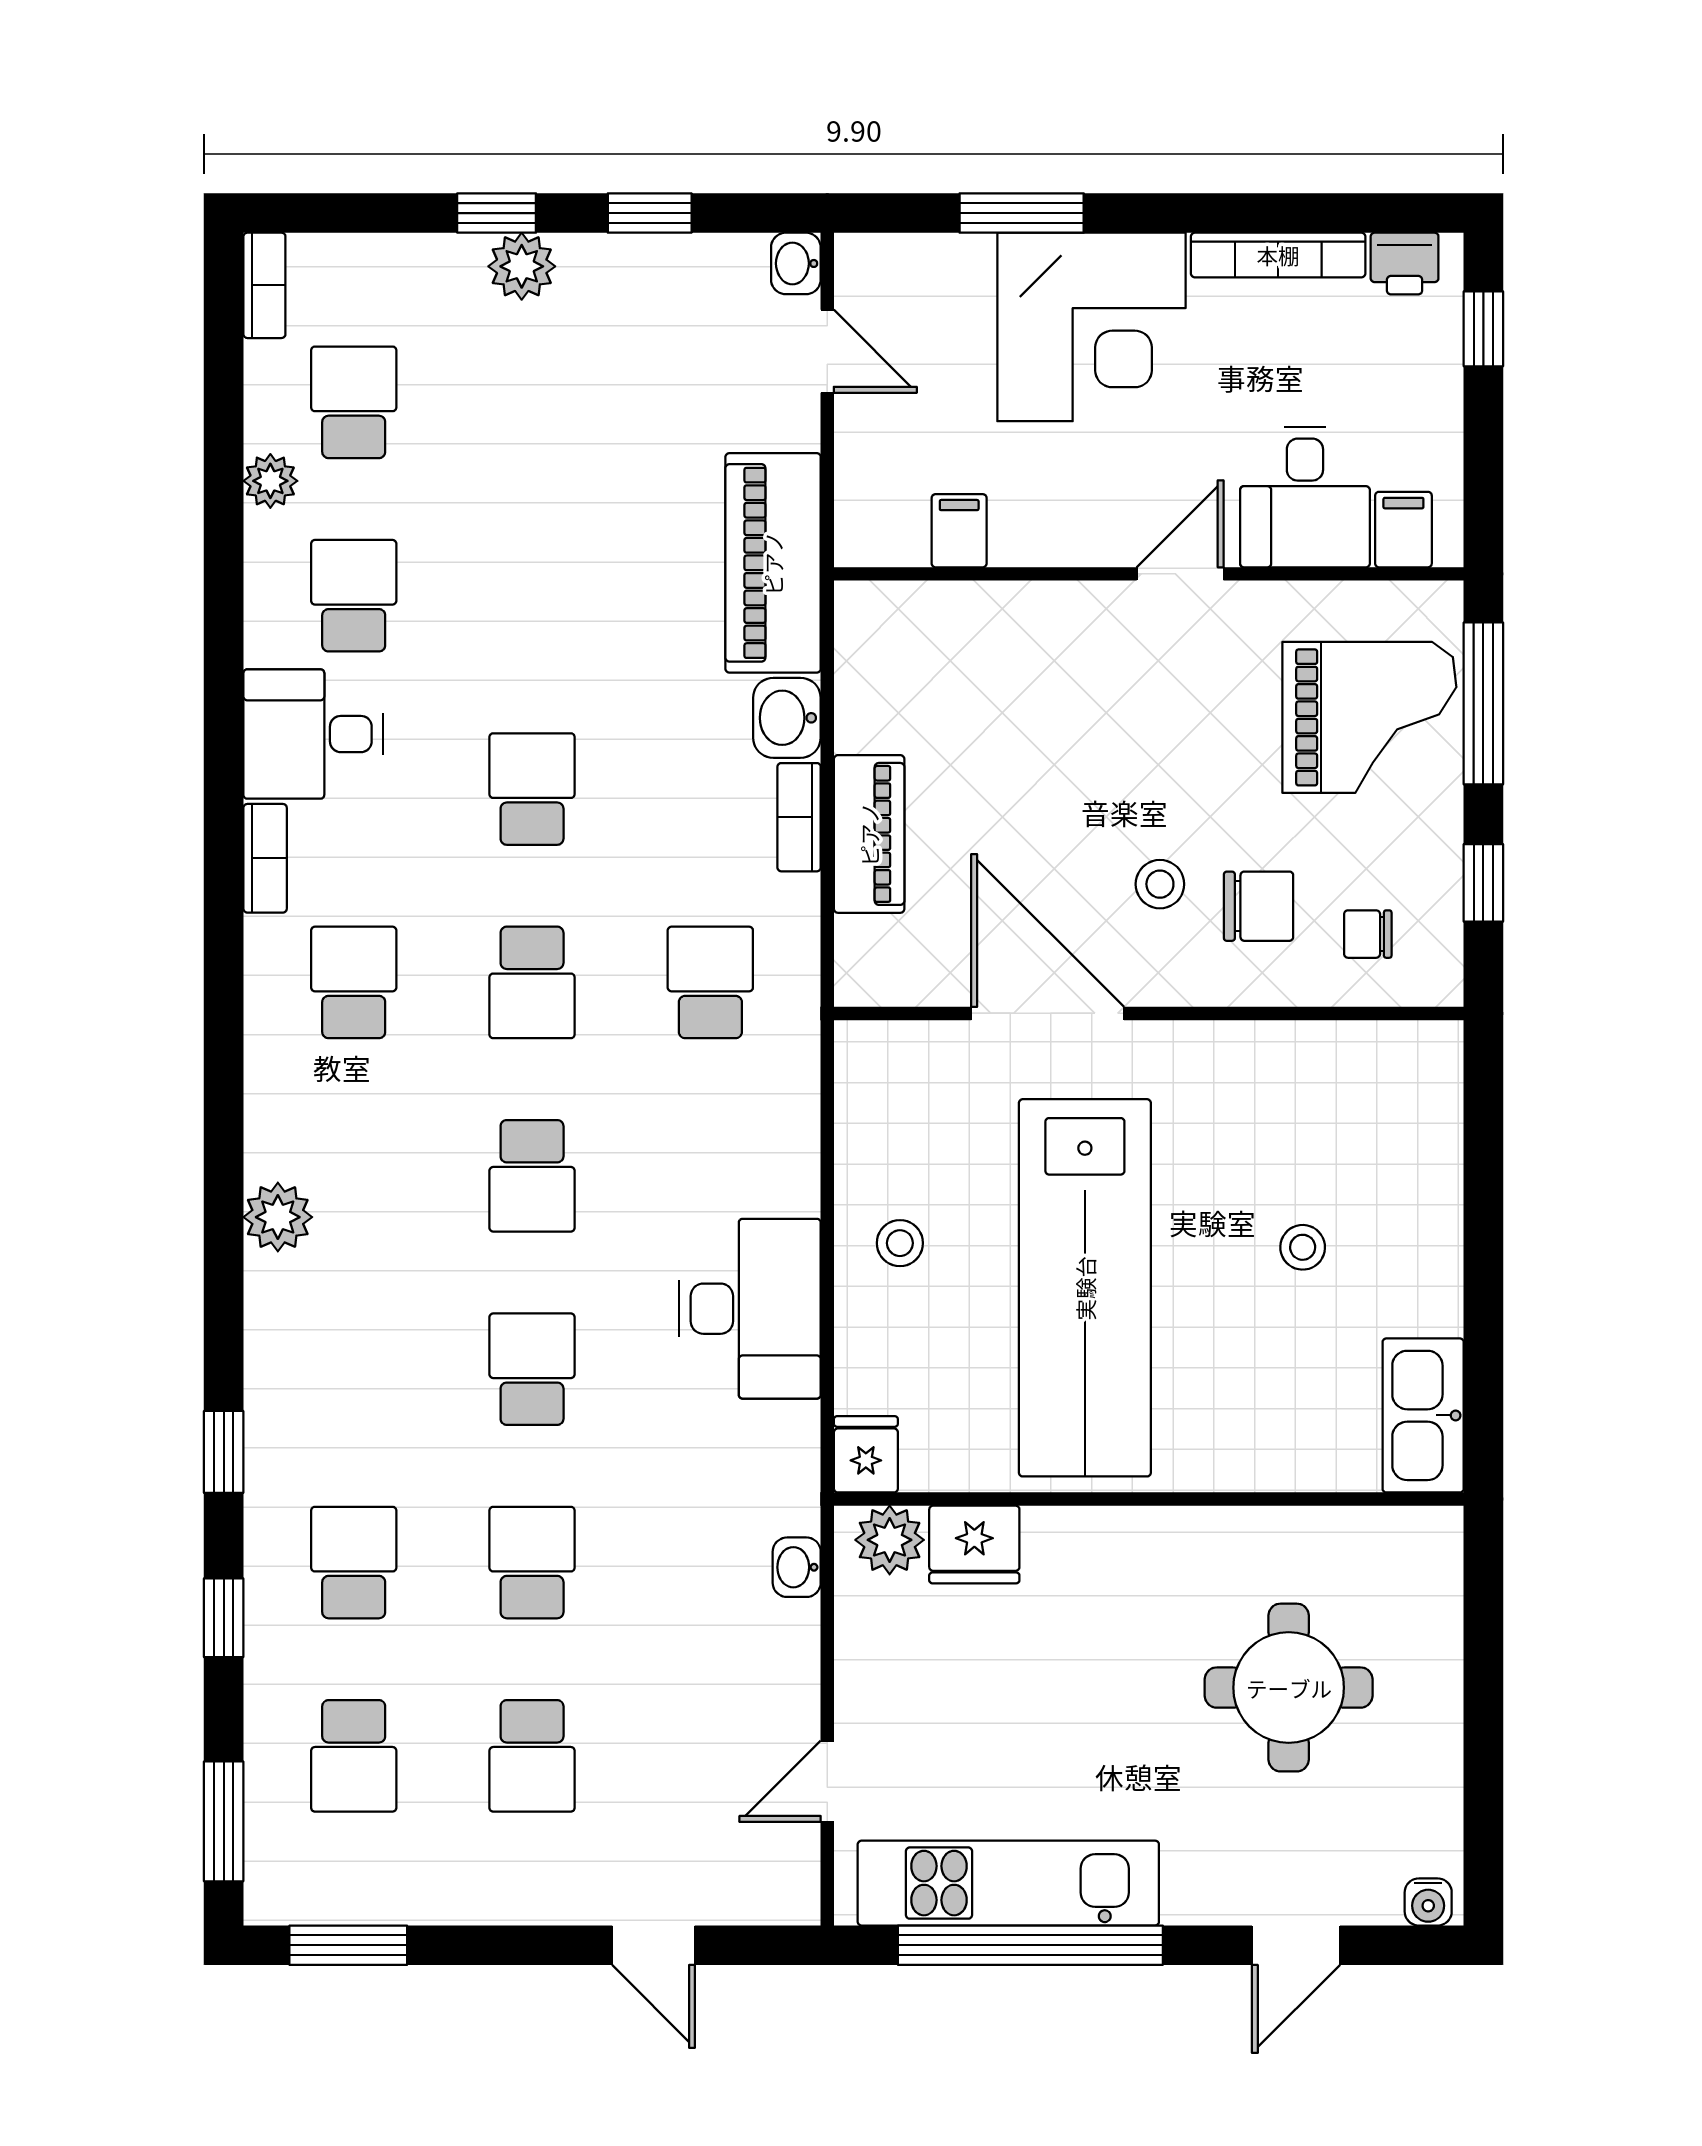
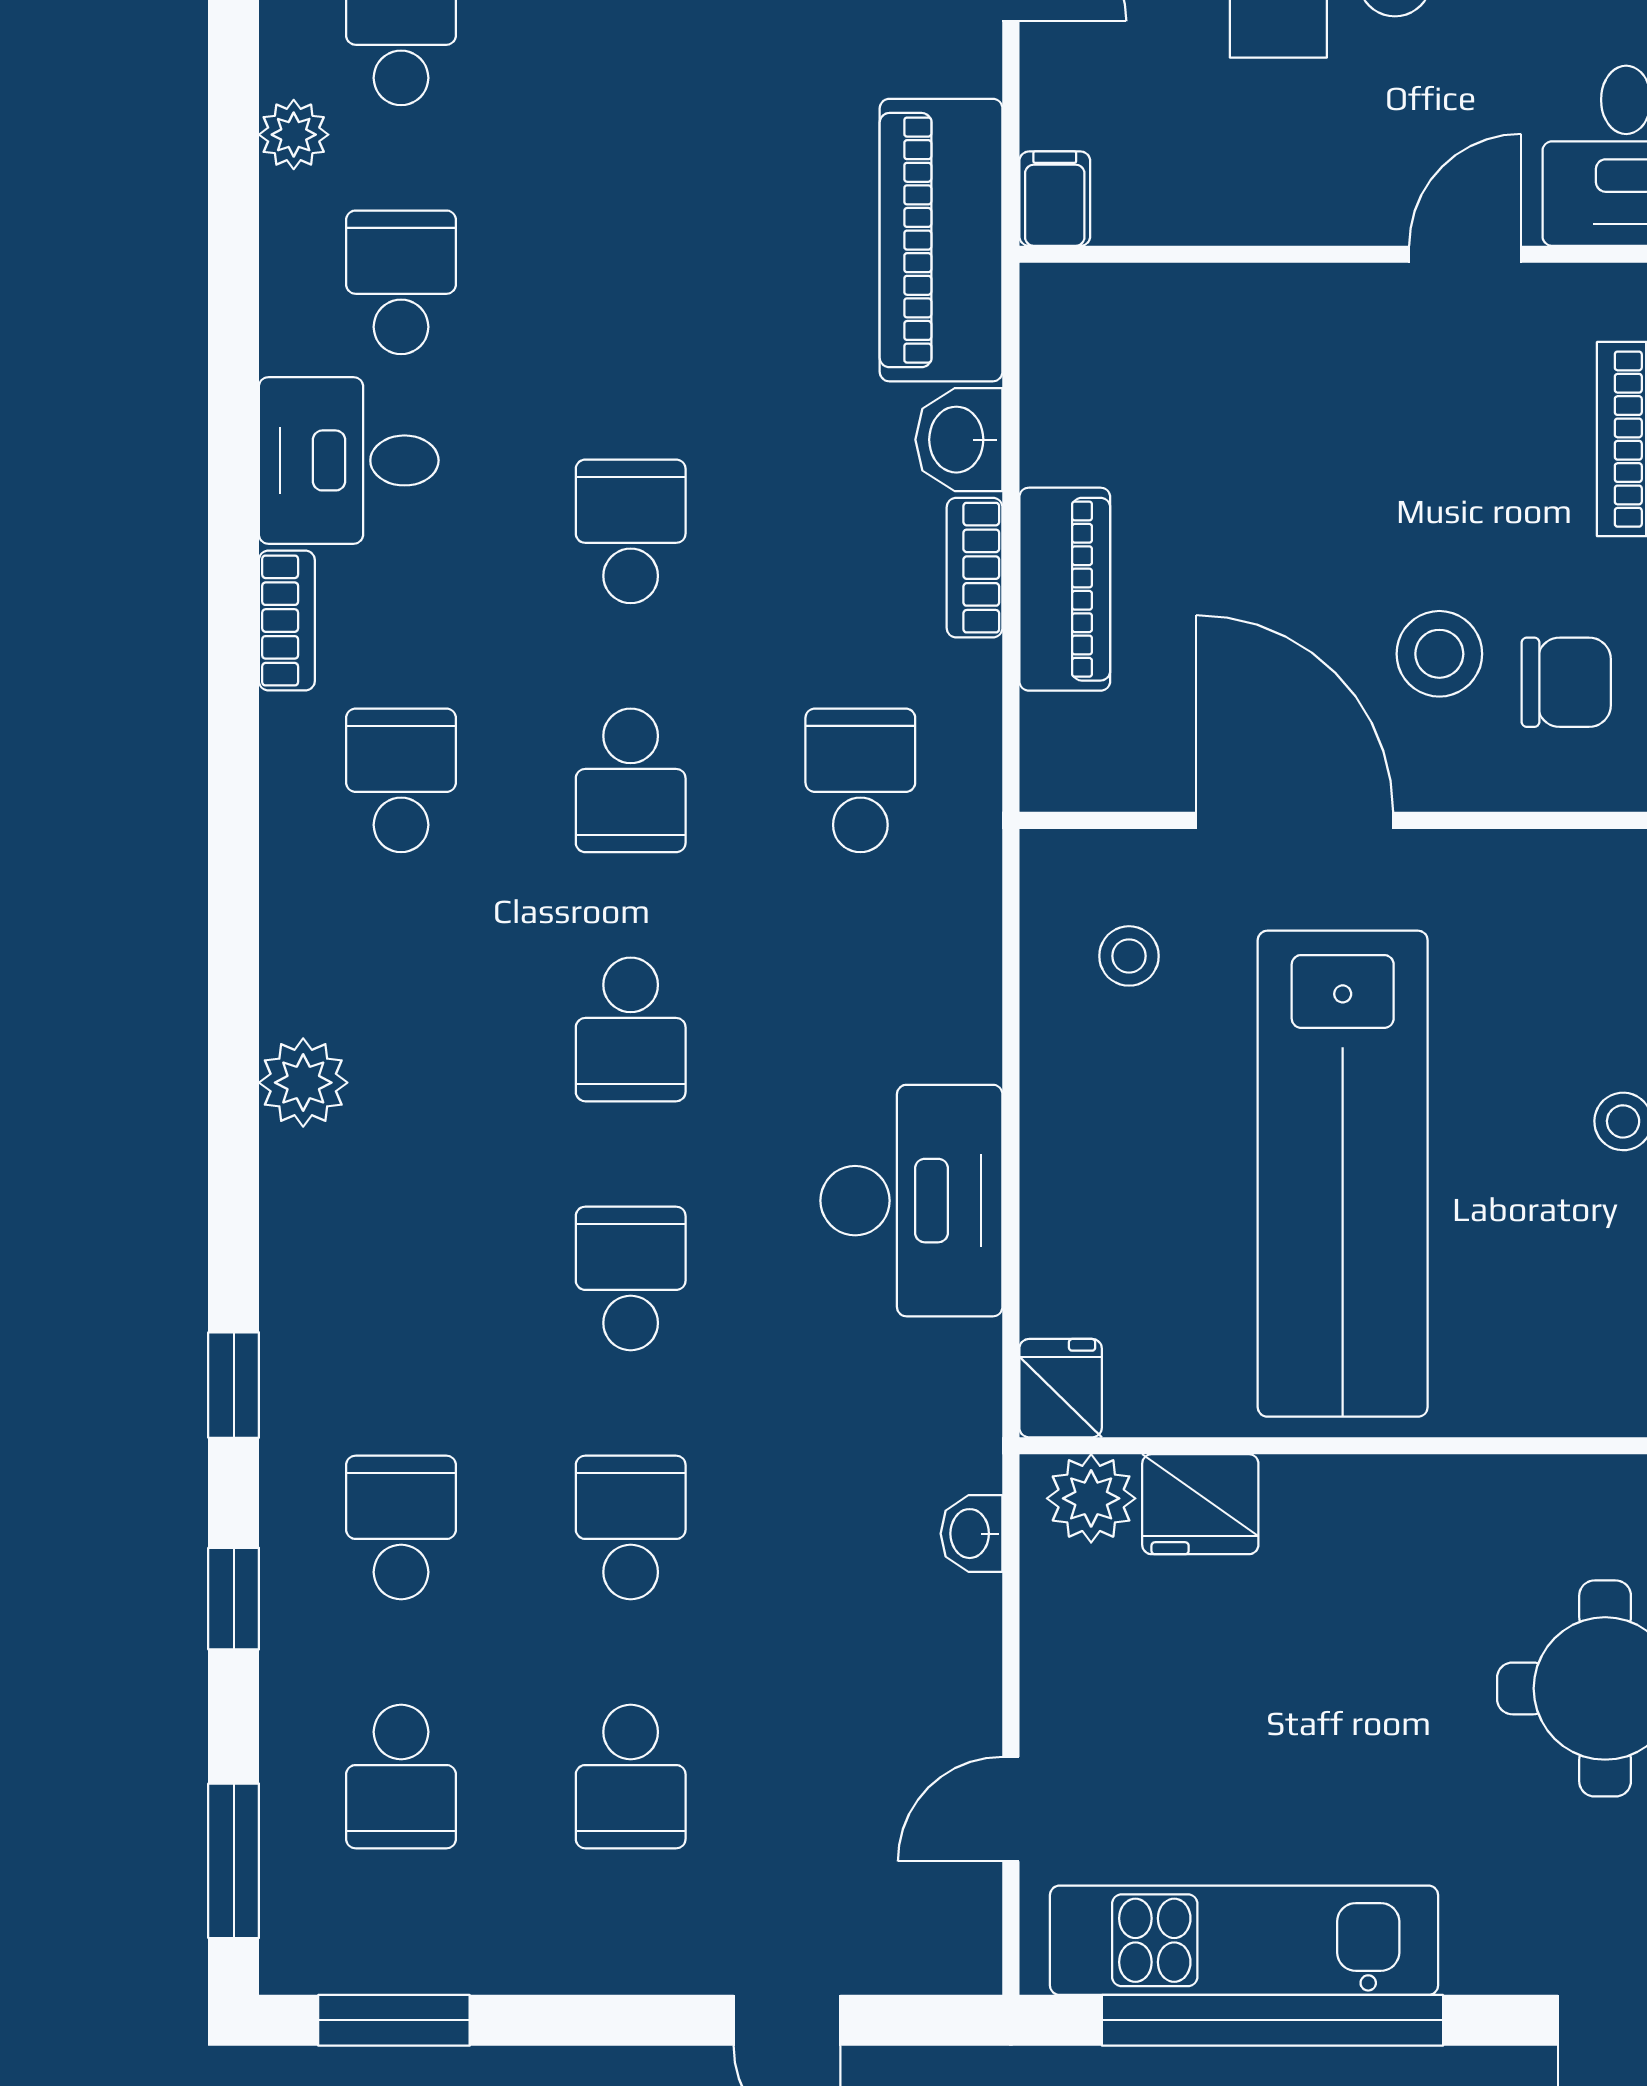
filing cabinet: (959, 531) -> (1055, 199), moved
stool: (1160, 884) -> (1439, 654), width x1.37, depth x1.37
stool: (900, 1243) -> (1129, 956), moved

